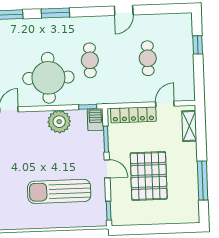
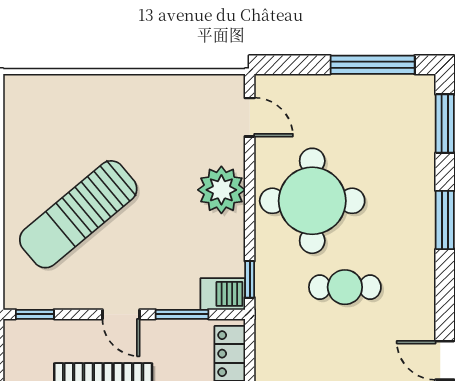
plant: (59, 122) -> (221, 190), moved
door: (107, 169) -> (121, 314), hinge flipped
sun lounger: (59, 191) -> (78, 214), turned -130

